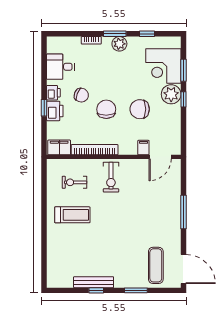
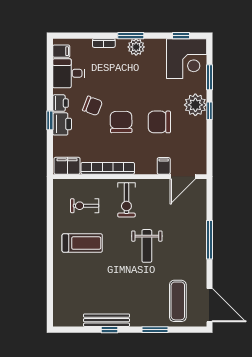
window: (147, 34) -> (181, 36), moved
filing cabinet: (54, 47) -> (61, 51), added
corner desk: (163, 66) -> (187, 59), moved, turned -90
weight bench: (129, 217) -> (147, 246), added

